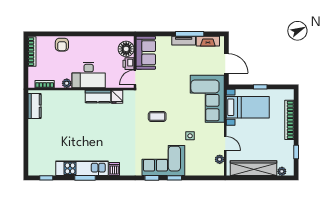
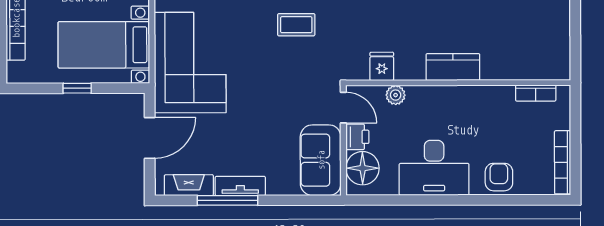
door: (226, 63) -> (150, 138), swing flipped
desk: (89, 75) -> (434, 168), moved, turned 180
door: (135, 77) -> (343, 108), hinge flipped
plant: (67, 83) -> (396, 95), moved
kitchen counter: (98, 96) -> (453, 67), moved
kitchen counter: (34, 106) -> (557, 46), removed

